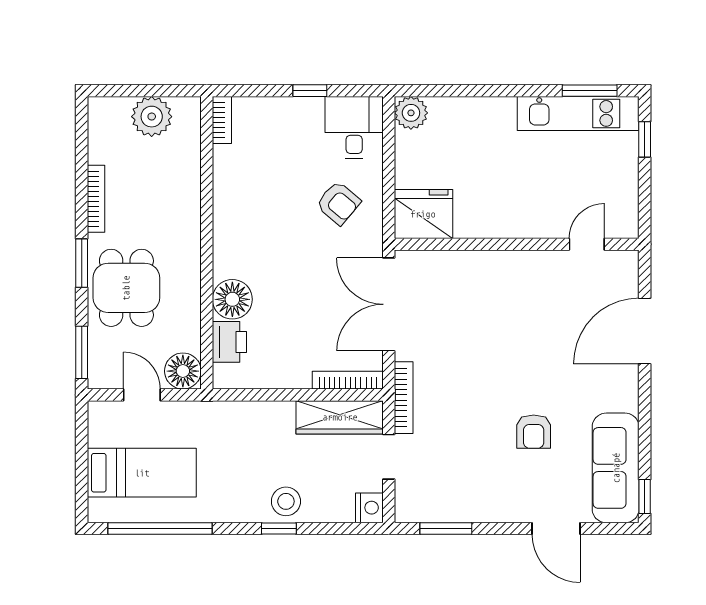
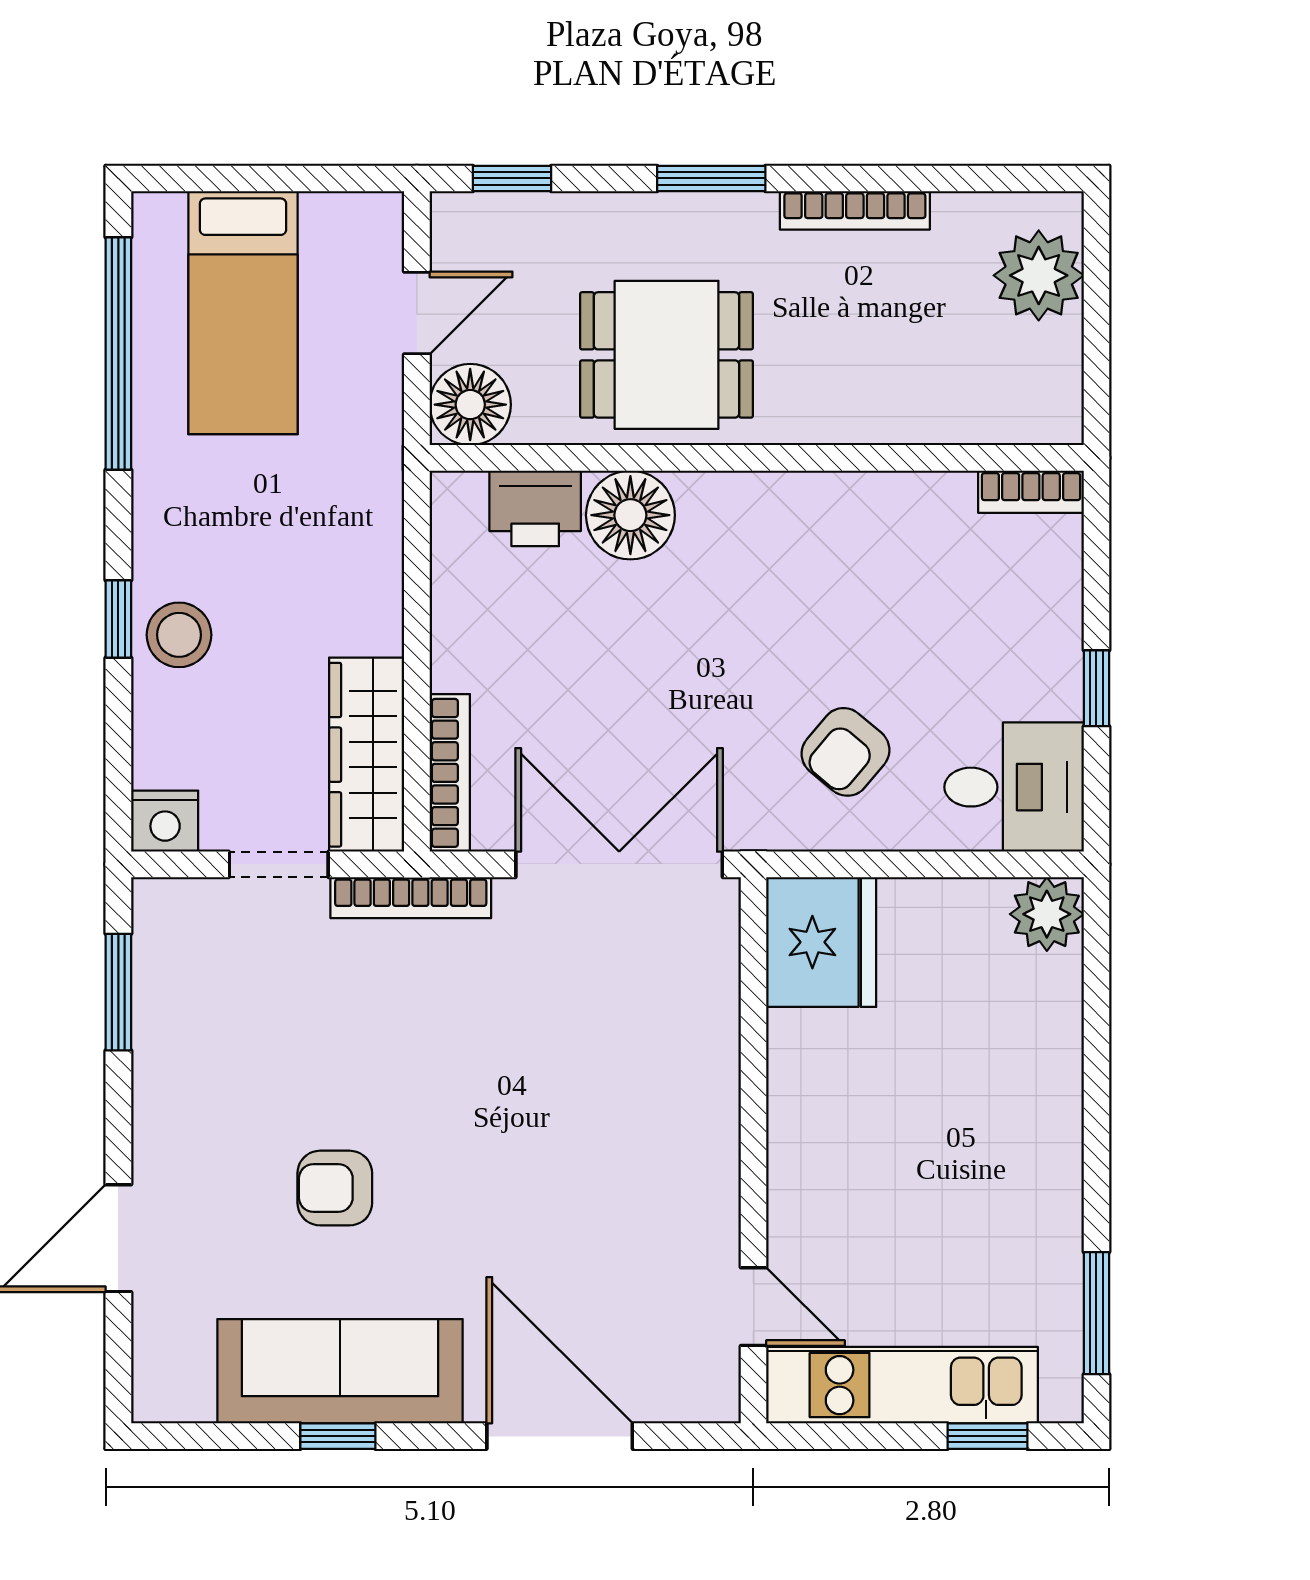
kitchen unit: (578, 113) -> (902, 1385), moved, turned 90
plant: (152, 117) -> (1039, 275), moved
dining table: (126, 288) -> (667, 355), moved
window: (82, 352) -> (512, 178), width x0.67
sofa: (616, 468) -> (340, 1371), moved
window: (645, 497) -> (338, 1436), moved

